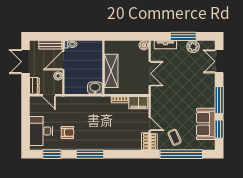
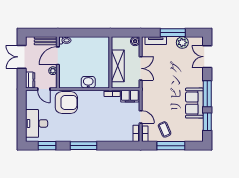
wall: (103, 67) -> (110, 62), moved
shelving: (111, 71) -> (118, 66), moved
sofa: (206, 124) -> (194, 103), moved
armchair: (67, 133) -> (66, 102), moved, width x1.88, depth x1.88
window: (181, 154) -> (171, 146), width x0.68

